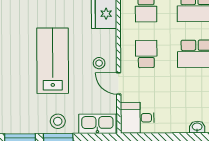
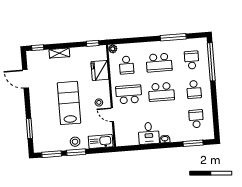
school desk: (146, 54) -> (129, 94), width x1.85
desk: (137, 118) -> (149, 133), moved, turned -90

